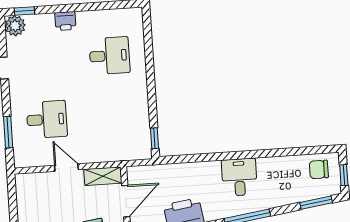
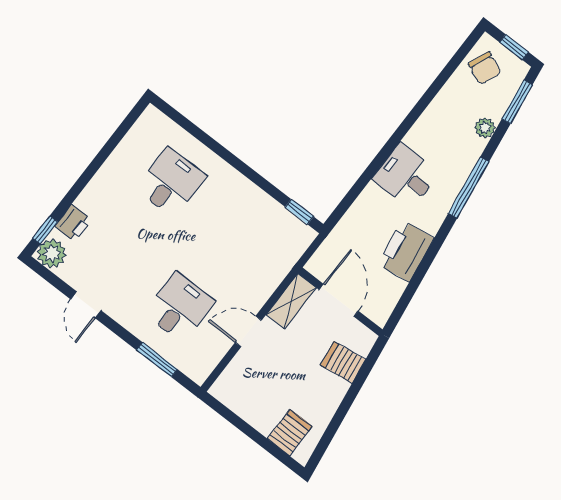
printer: (65, 21) -> (73, 223), moved
chair: (319, 169) -> (485, 68), turned -68
desk: (239, 177) -> (406, 176), moved
plant: (287, 198) -> (485, 128), added

